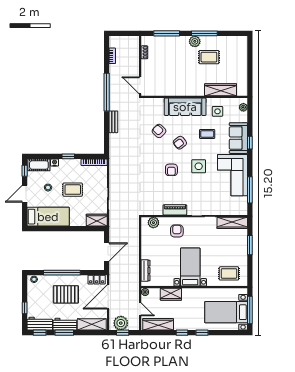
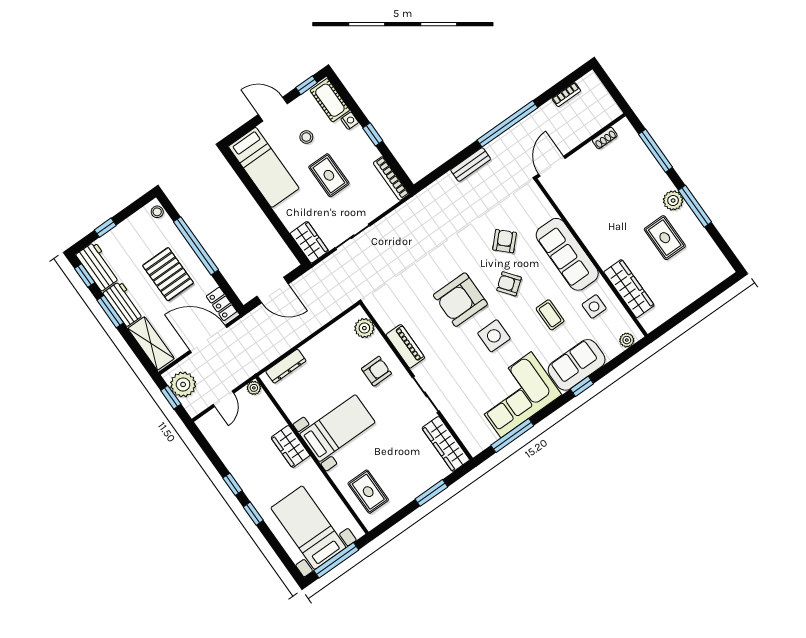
armchair: (171, 170) -> (460, 300), width x1.88, depth x1.88
wardrobe: (171, 294) -> (290, 446), moved
wardrobe: (158, 324) -> (220, 440), removed

